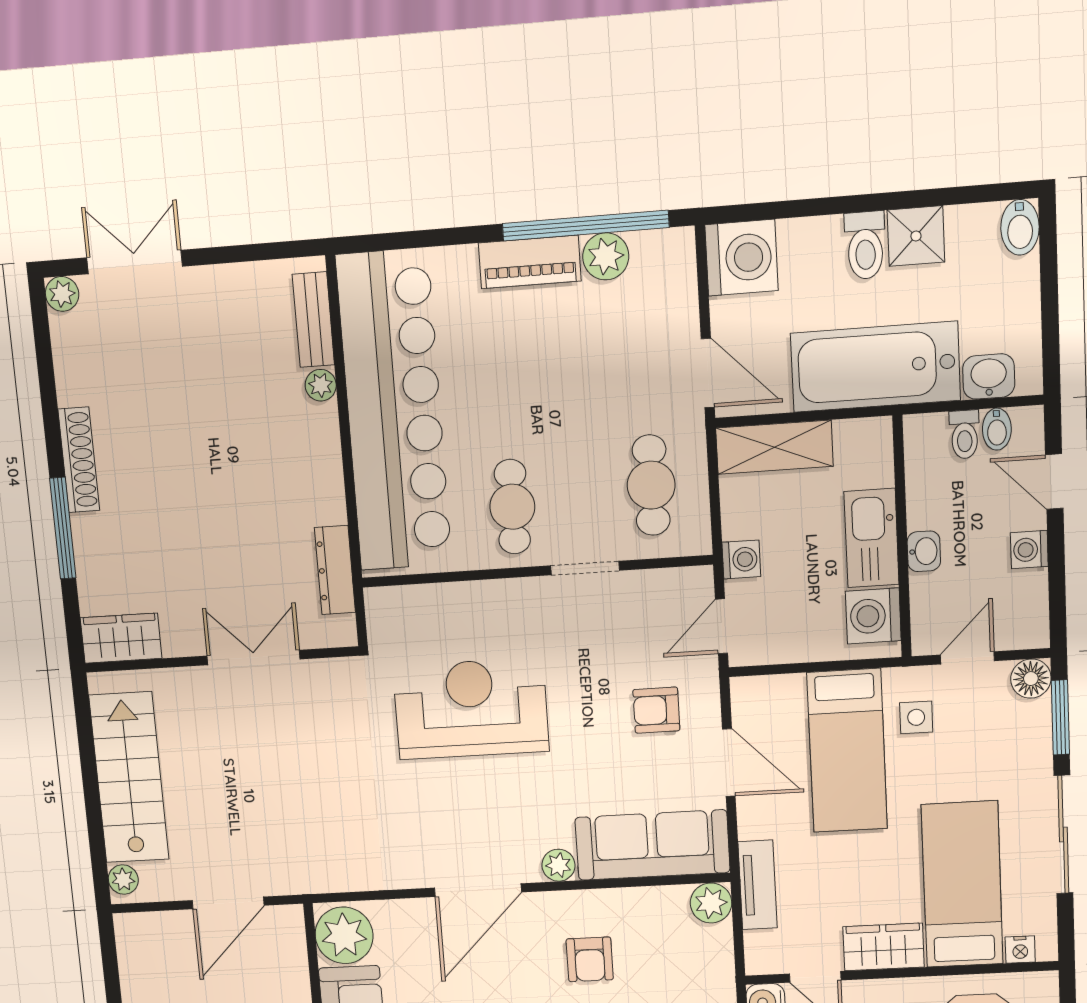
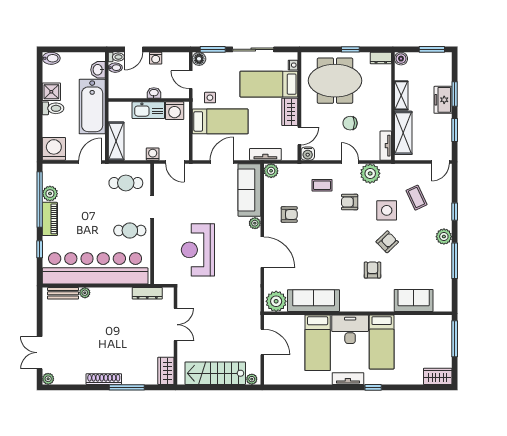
window: (437, 238) -> (40, 249), added
toilet: (964, 434) -> (116, 57), moved
double door: (253, 657) -> (176, 325), swing flipped
armchair: (656, 710) -> (202, 186), removed

